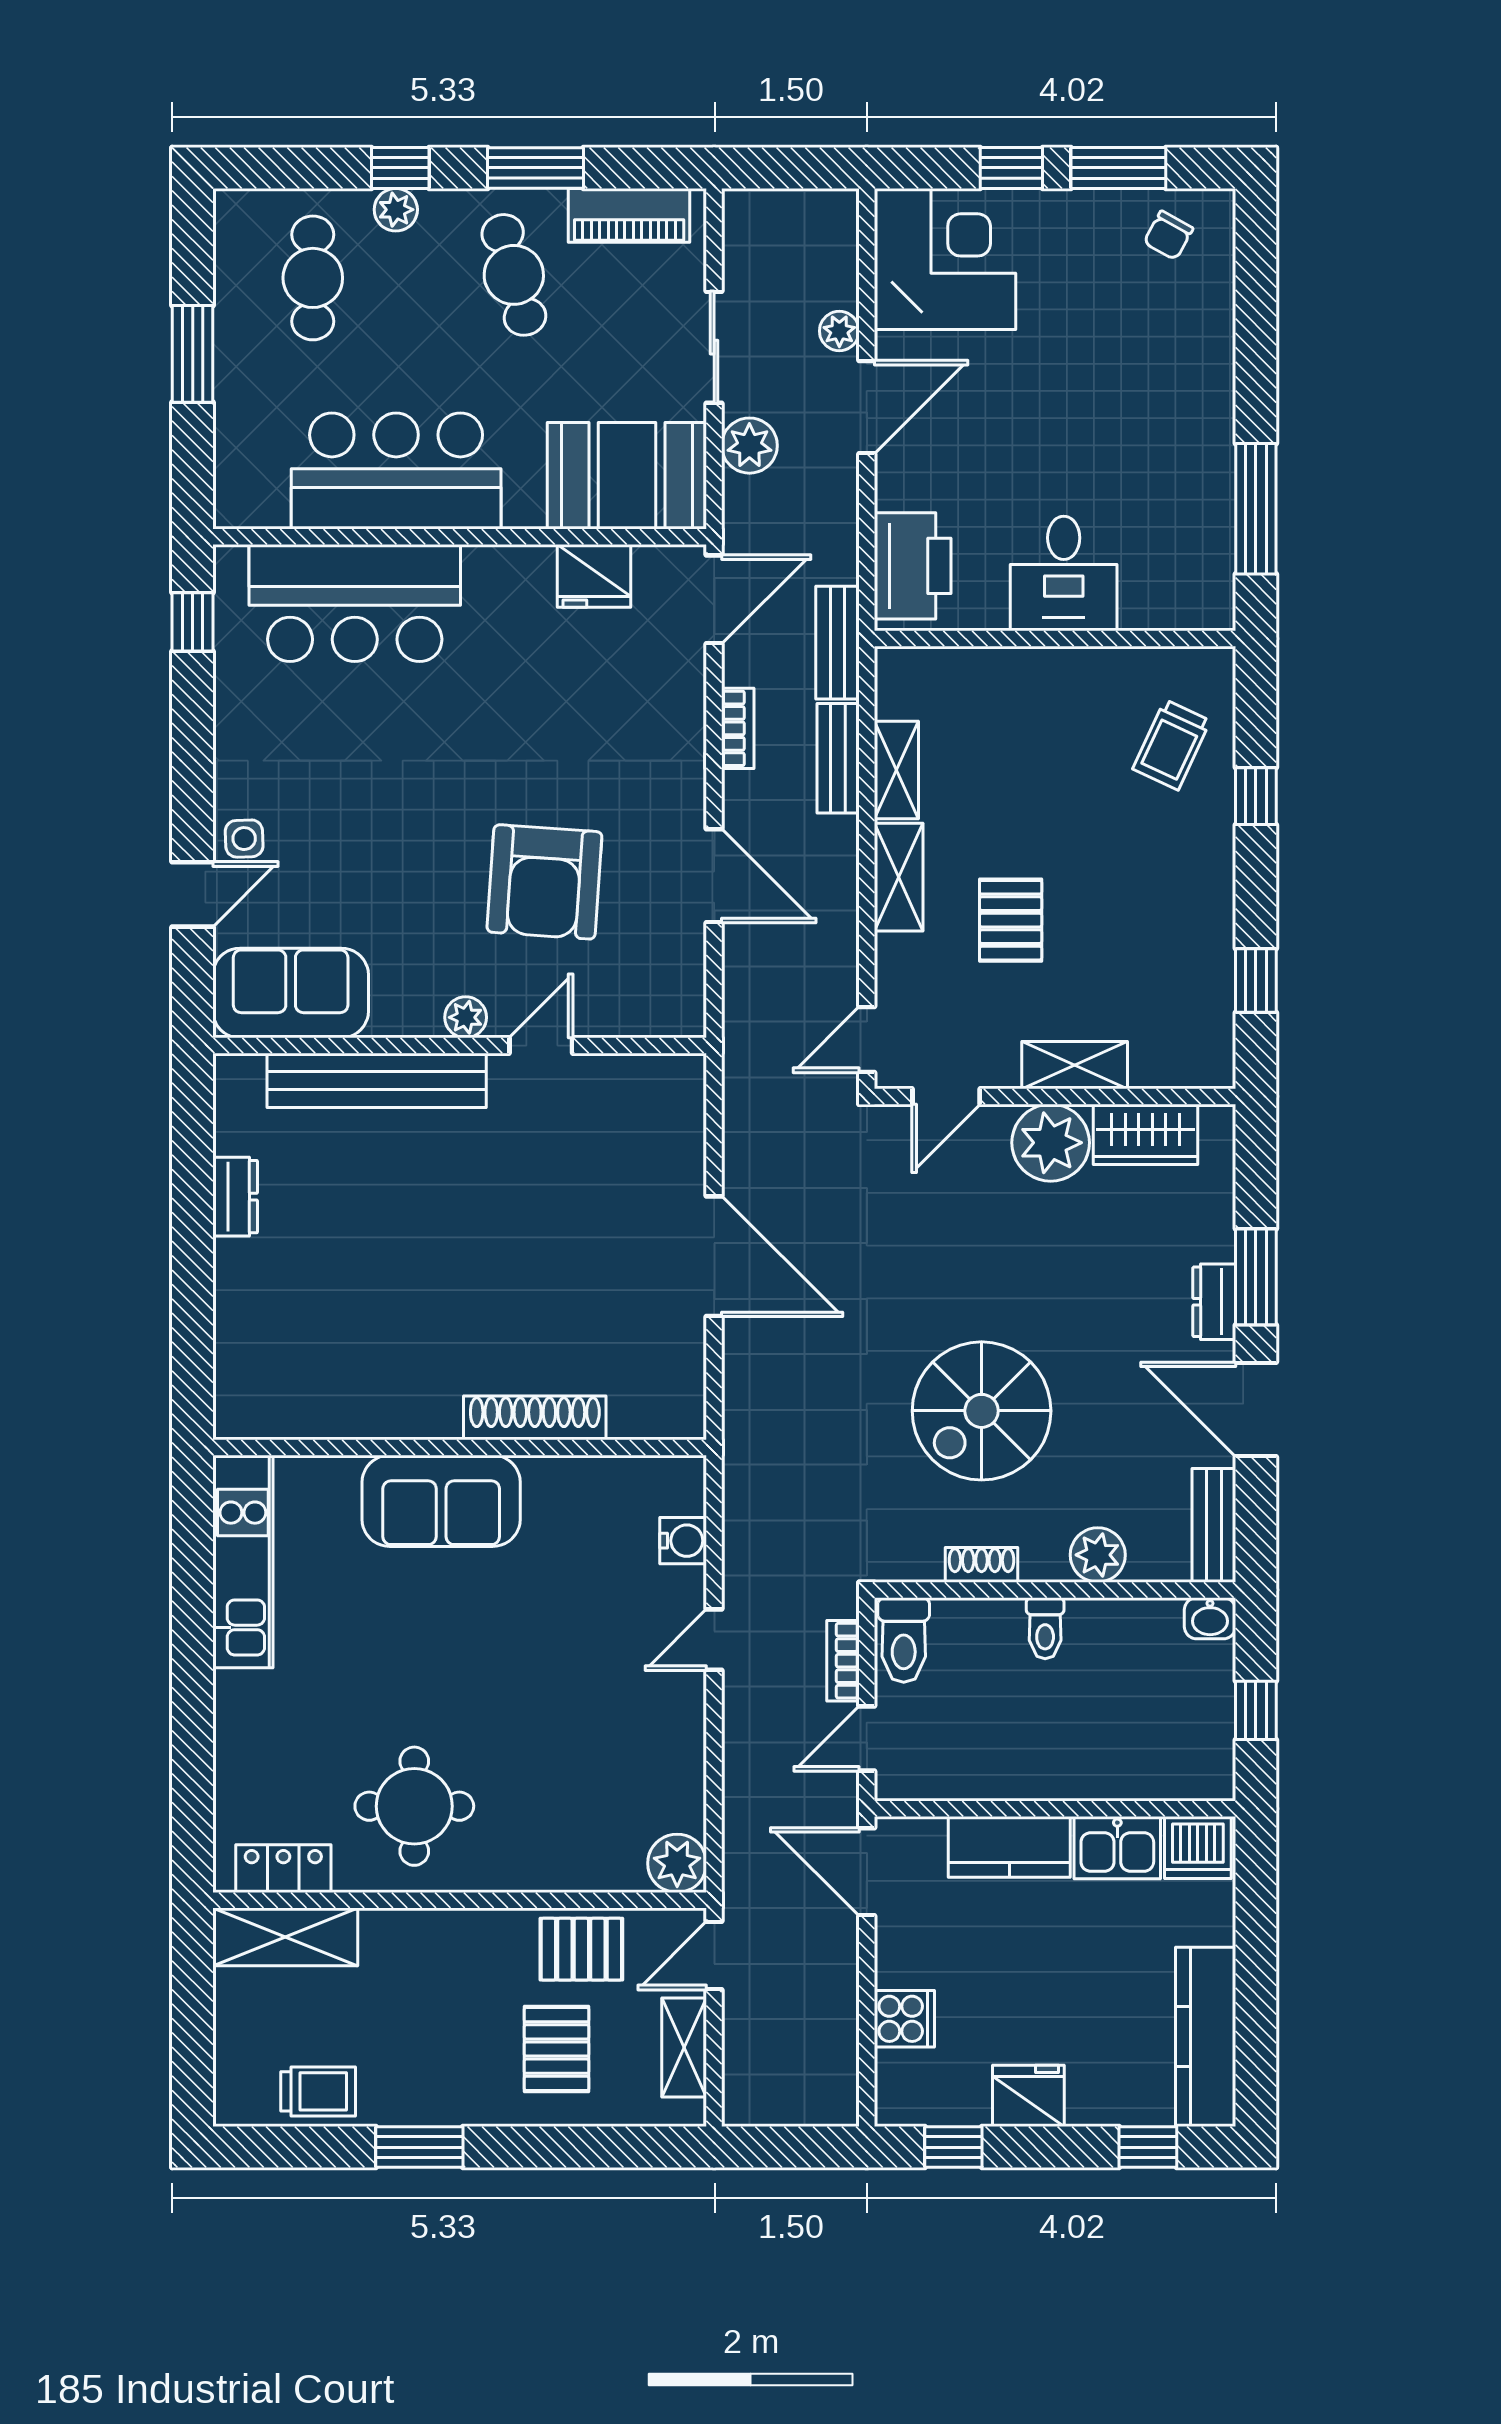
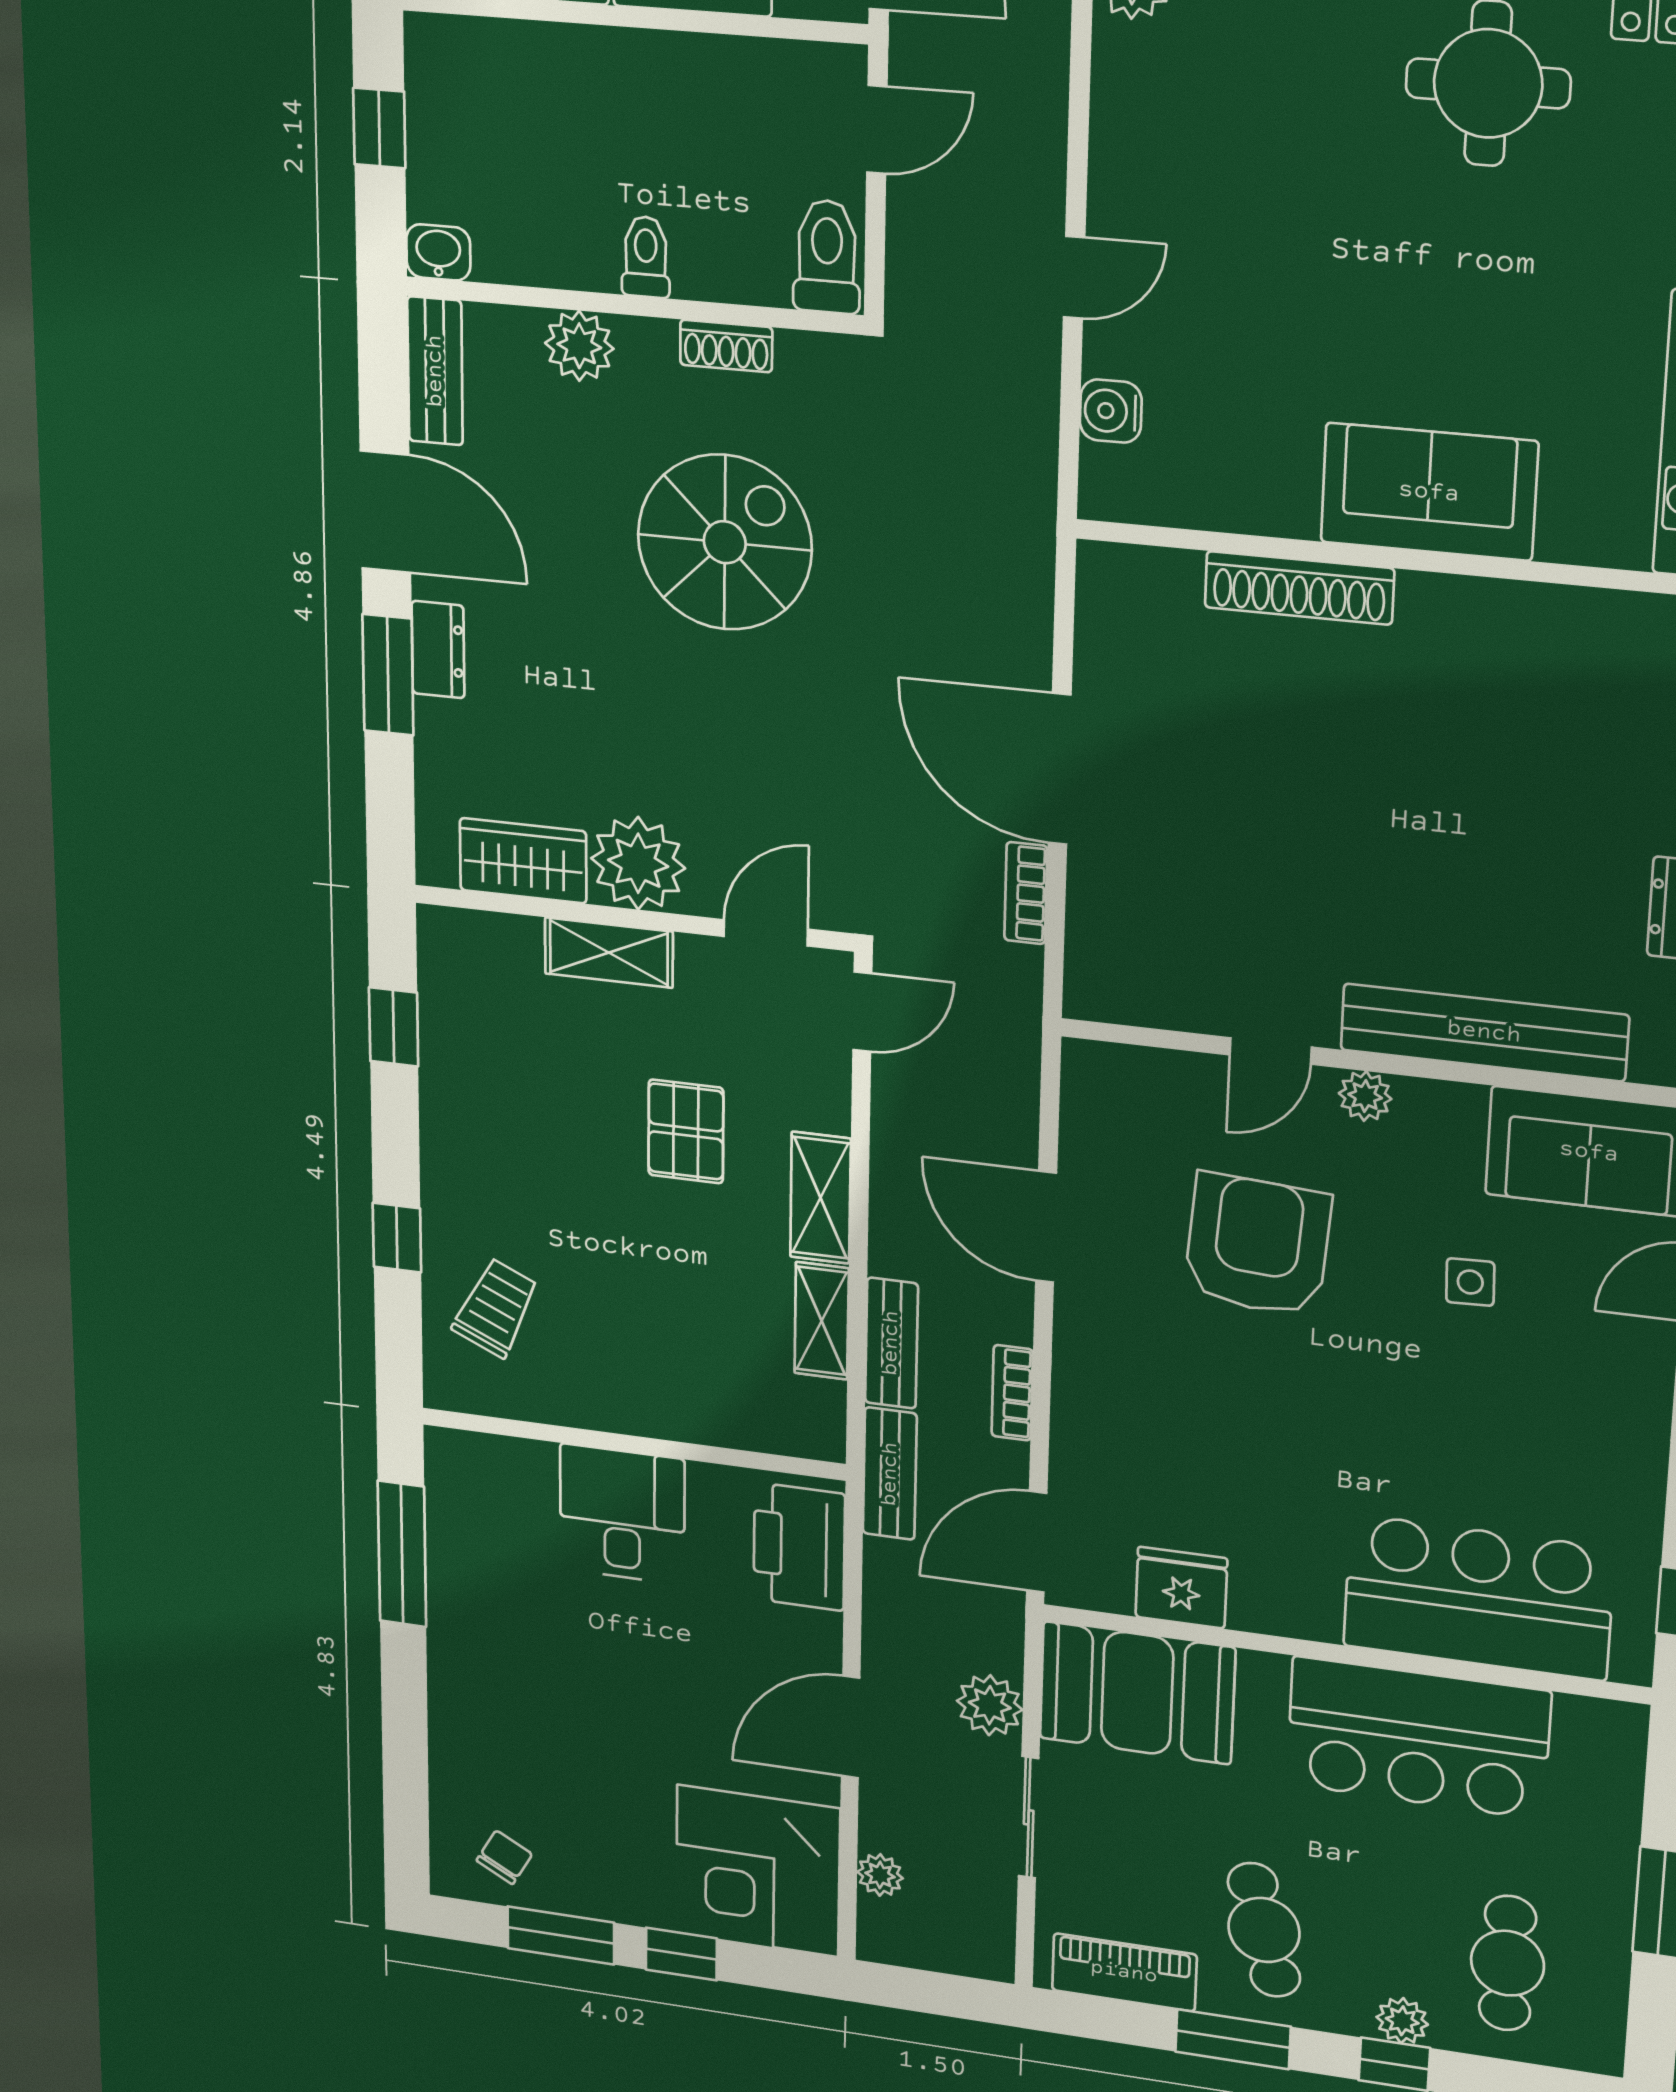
plant: (839, 331) -> (880, 1875), moved
side table: (244, 839) -> (1470, 1282), moved
bookcase: (843, 1661) -> (1026, 893), moved, turned 180

